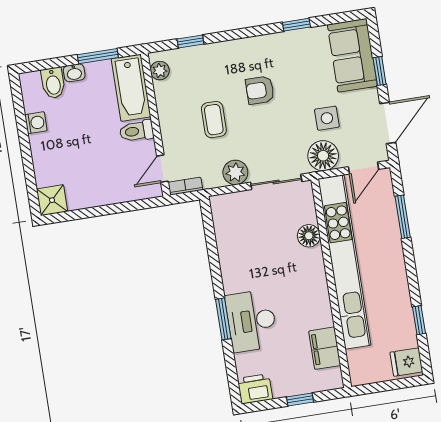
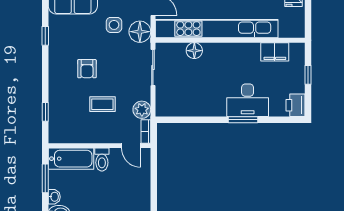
plant: (160, 71) -> (62, 137), removed
plant: (235, 172) -> (142, 110), moved

